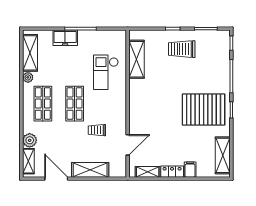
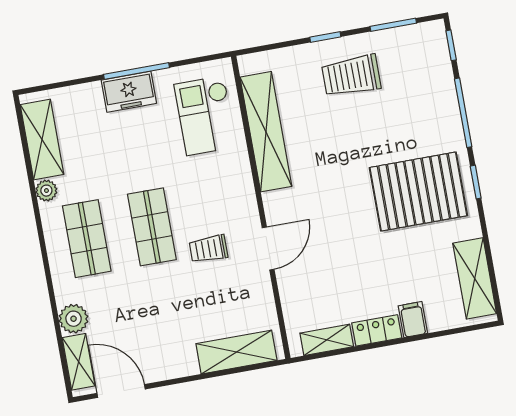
freezer: (65, 38) -> (129, 92), moved
shelving: (137, 59) -> (266, 132), width x1.47
checkout: (106, 72) -> (205, 116), moved
trolley: (97, 130) -> (208, 249), moved
door: (128, 145) -> (268, 249), moved
shelving: (90, 170) -> (236, 352), moved
door: (56, 179) -> (121, 391), moved

